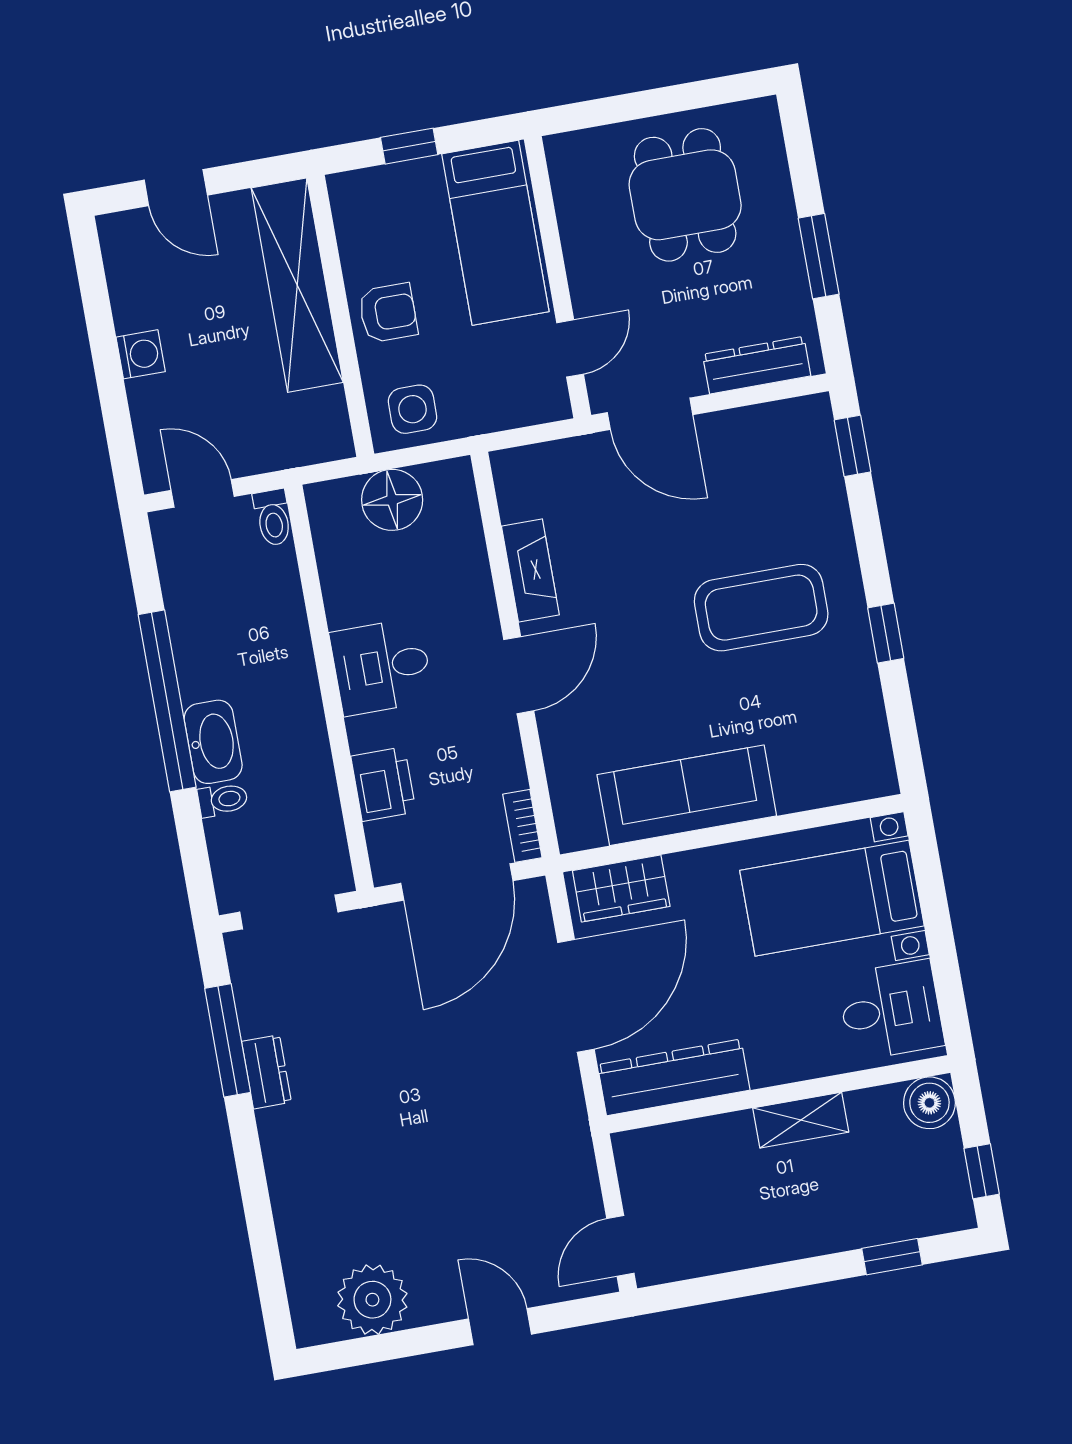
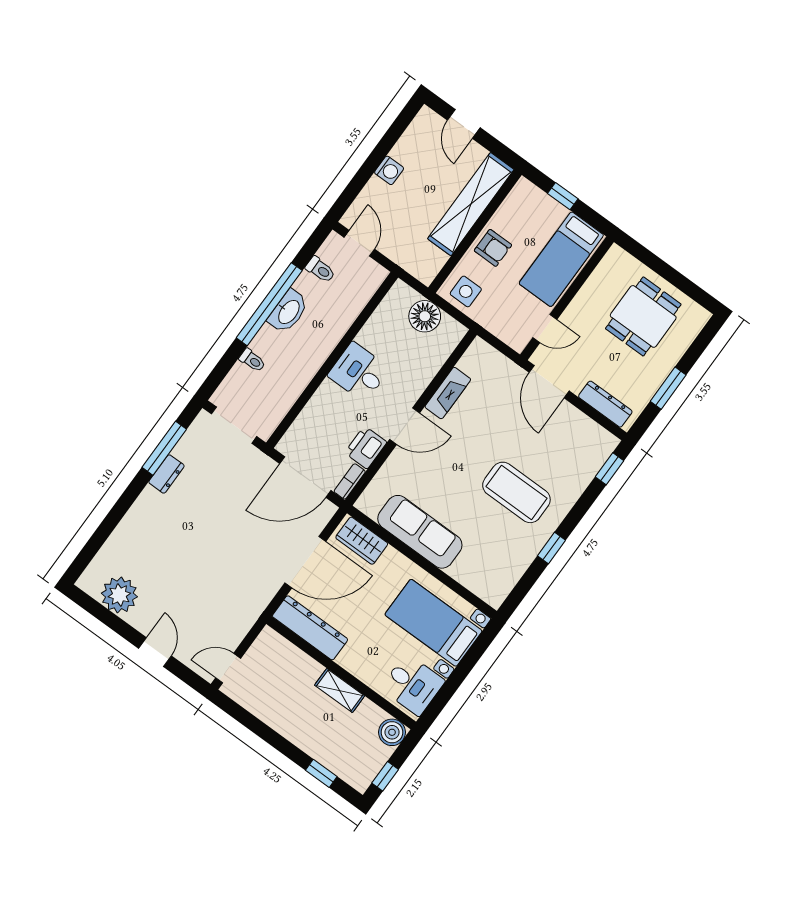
toilet: (273, 518) -> (320, 270), moved, turned -90
washbasin: (213, 742) -> (288, 312), moved
printer: (383, 784) -> (366, 447), moved, turned 180

